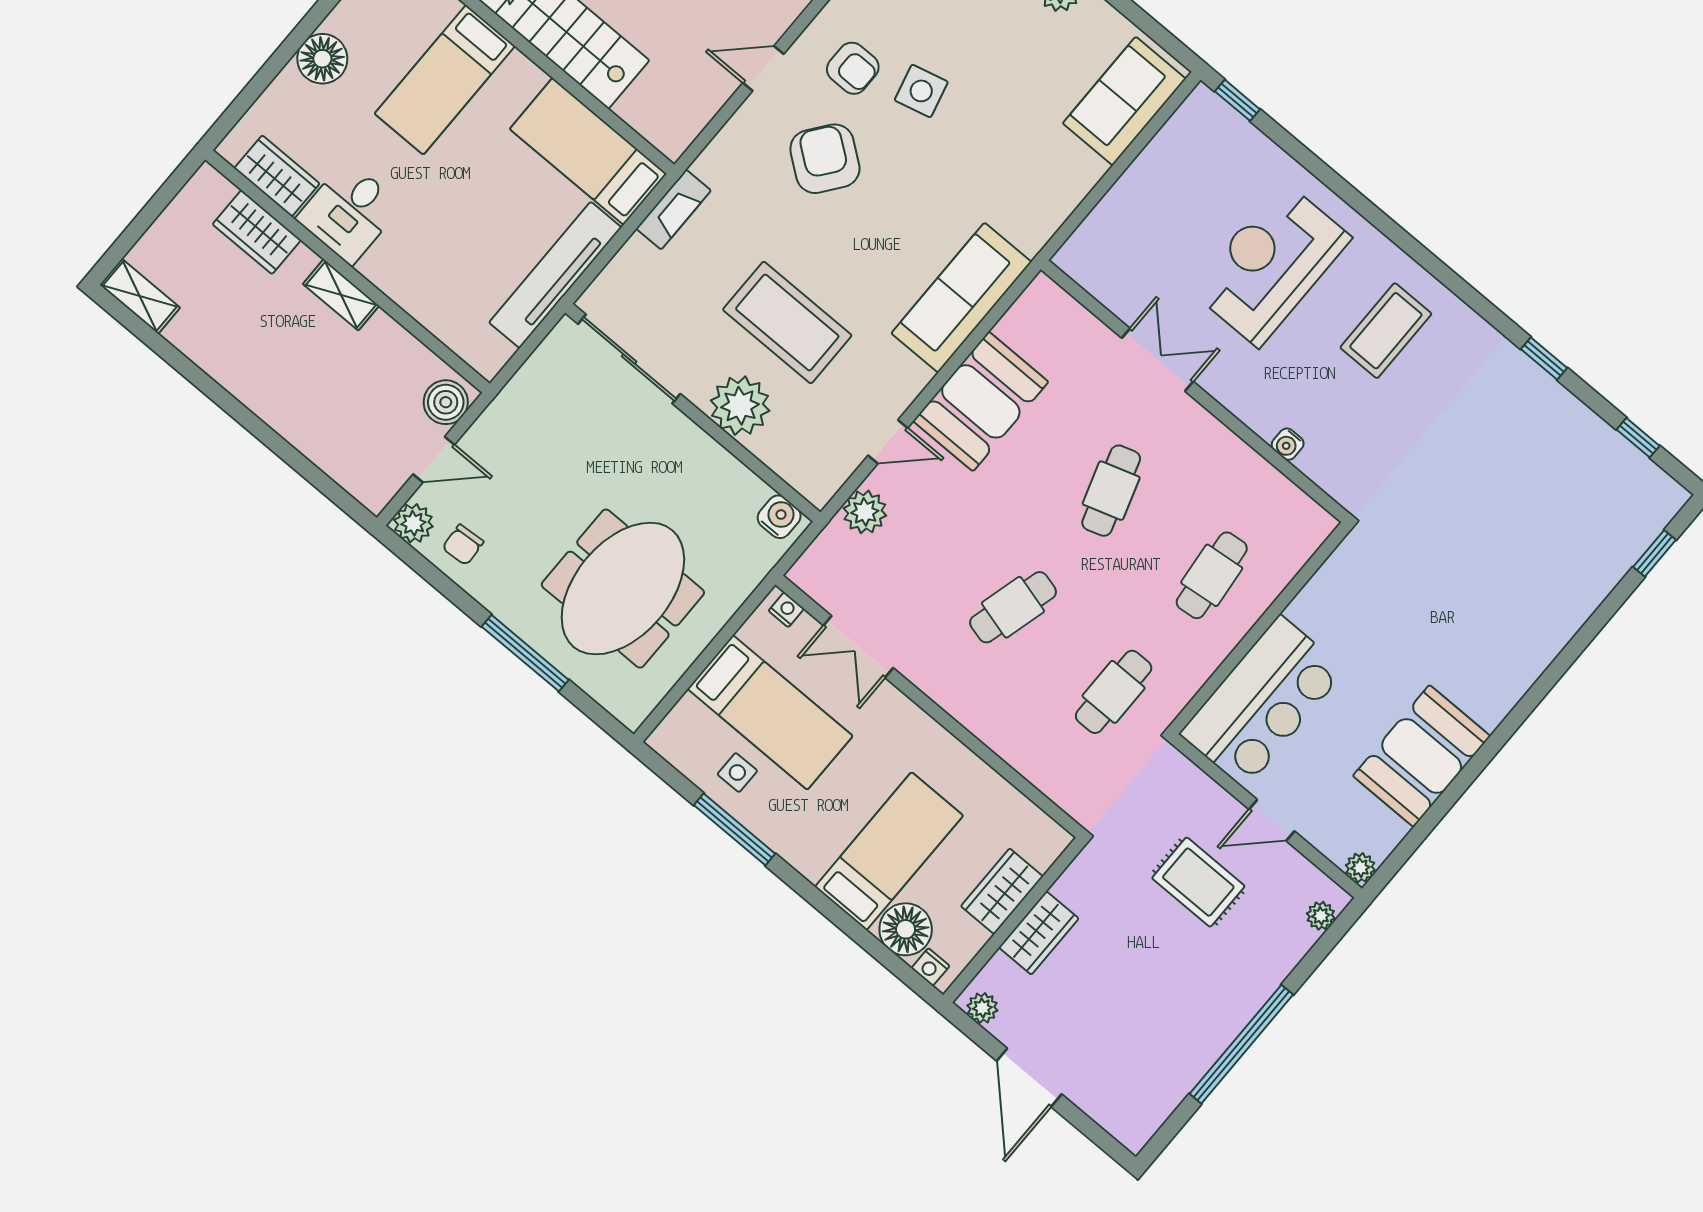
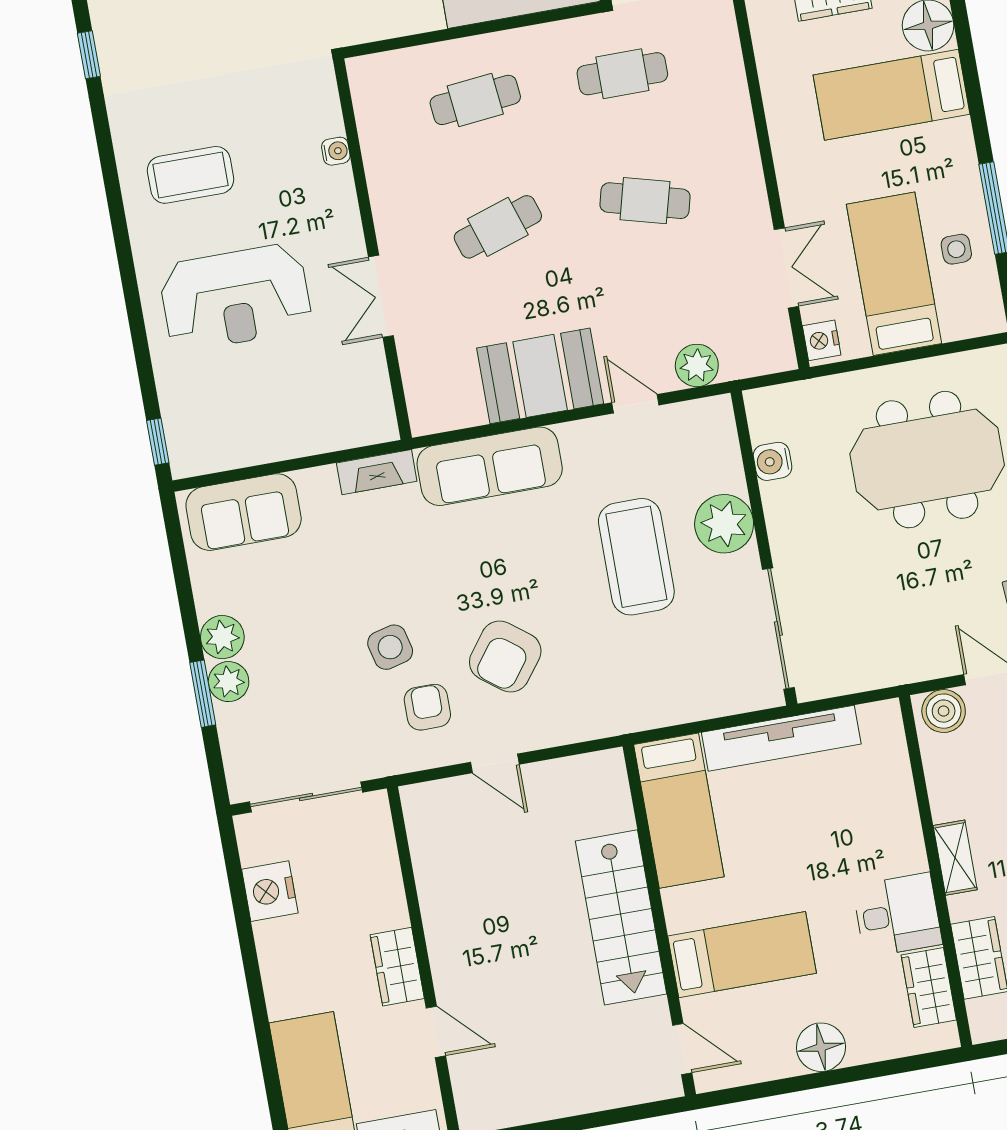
fireplace: (673, 210) -> (377, 472), moved, turned 180
water cooler: (779, 517) -> (773, 461), moved
nightstand: (786, 610) -> (822, 340), width x1.39, depth x1.35

